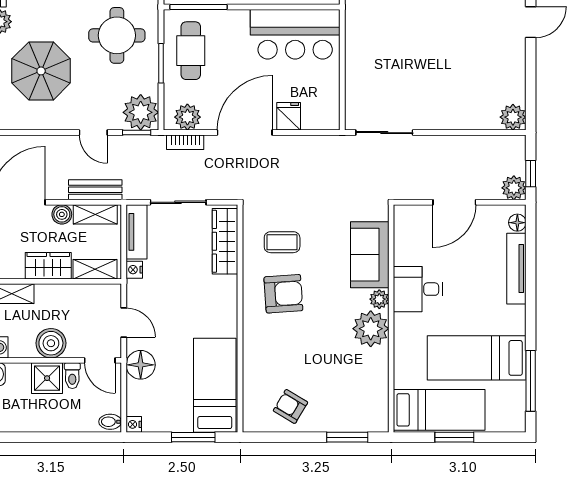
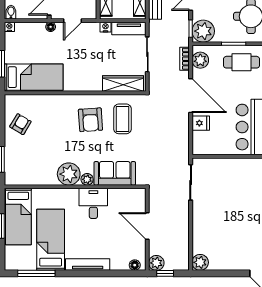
coffee table: (282, 242) -> (123, 119), width x1.36, depth x1.30
tv unit: (516, 269) -> (88, 264), moved
floor lamp: (141, 365) -> (51, 27), width x0.53, depth x0.53

